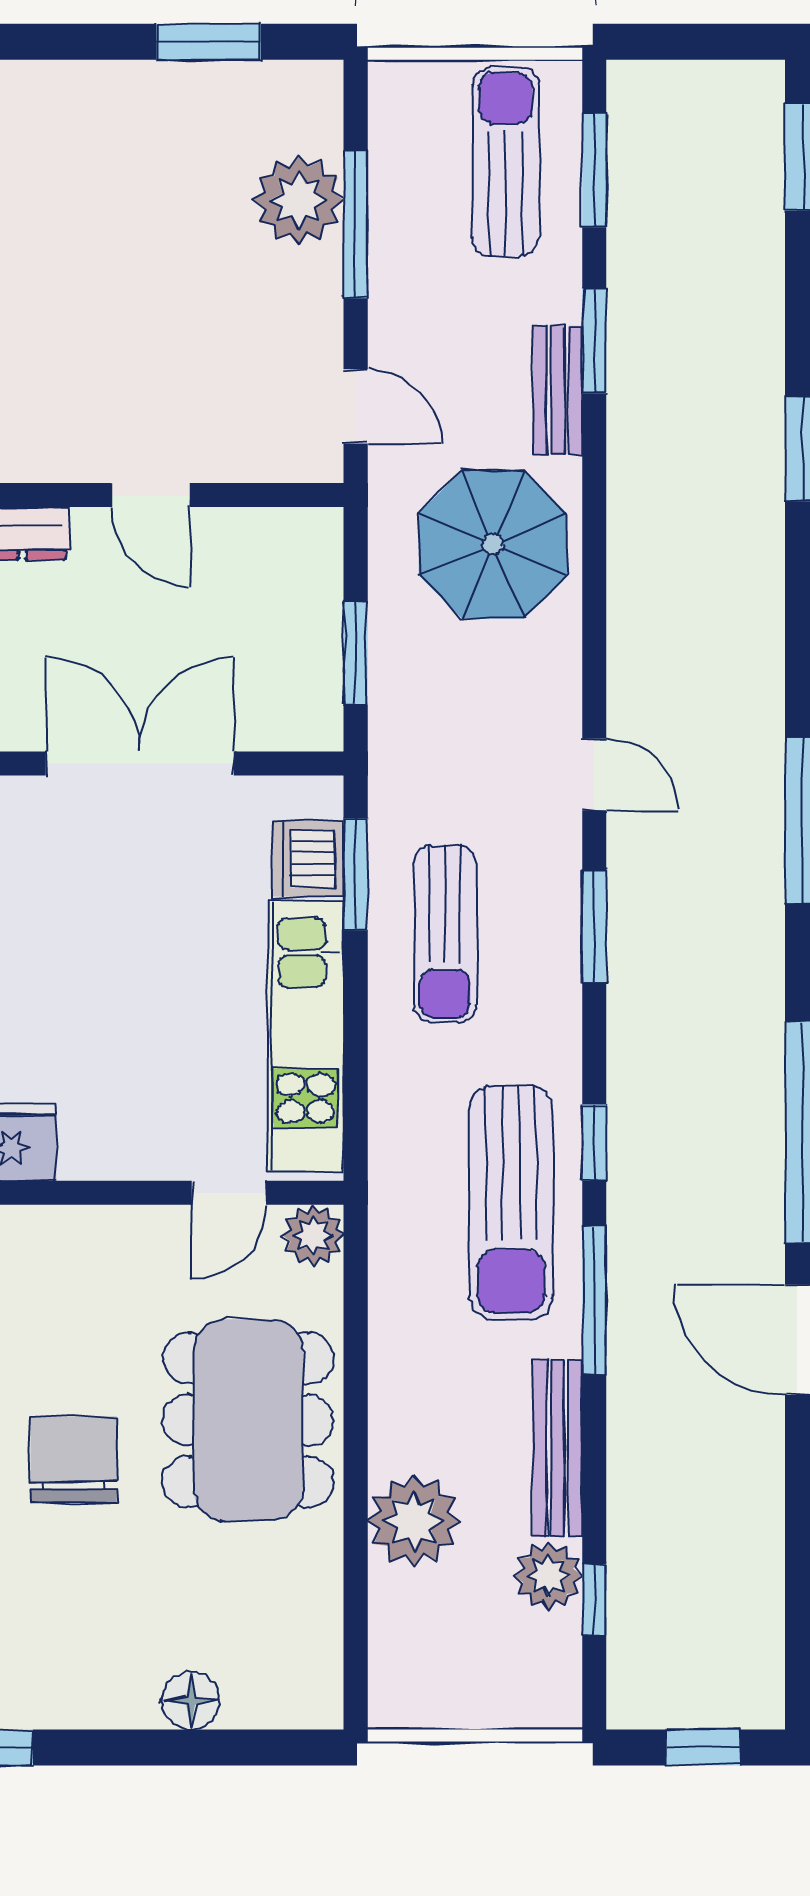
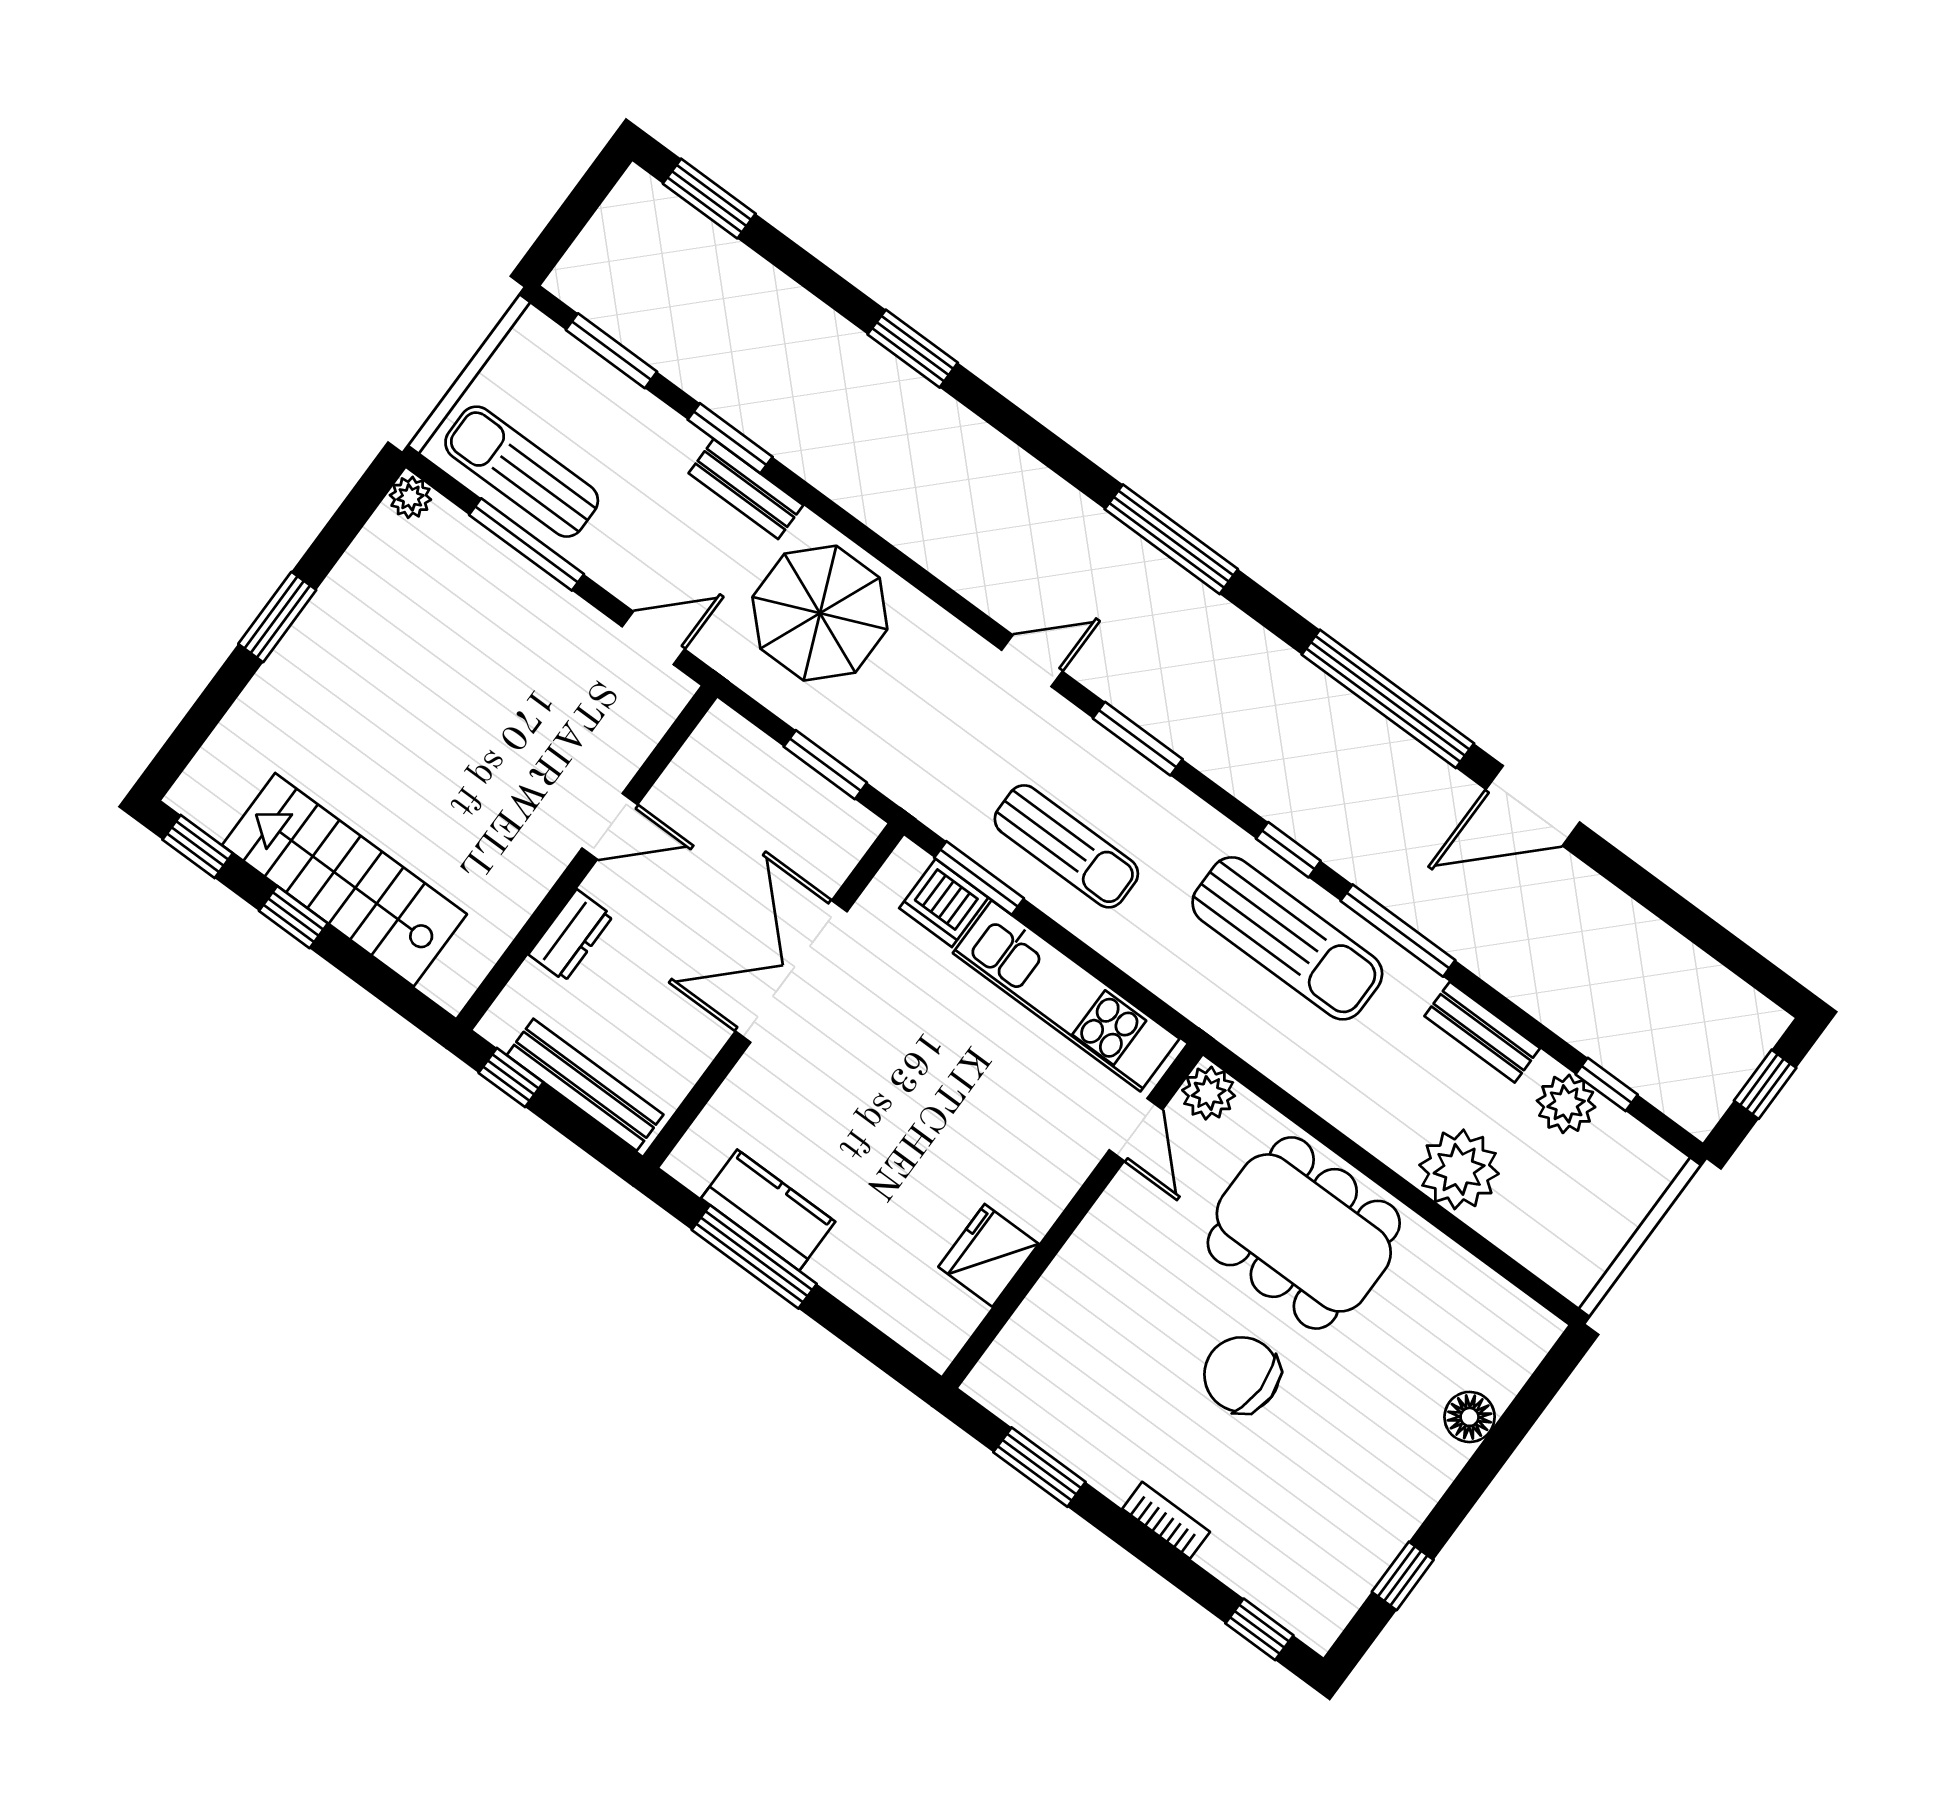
window: (209, 42) -> (277, 617), moved
sun lounger: (506, 162) -> (522, 472), moved
plant: (299, 200) -> (410, 497), moved, width x0.53, depth x0.53
bench: (557, 1448) -> (1482, 1032), width x0.73

